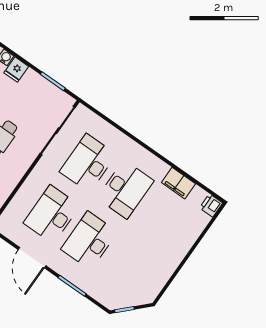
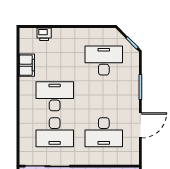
printer: (211, 205) -> (44, 34), moved
desk: (89, 241) -> (104, 61), moved, turned 180

